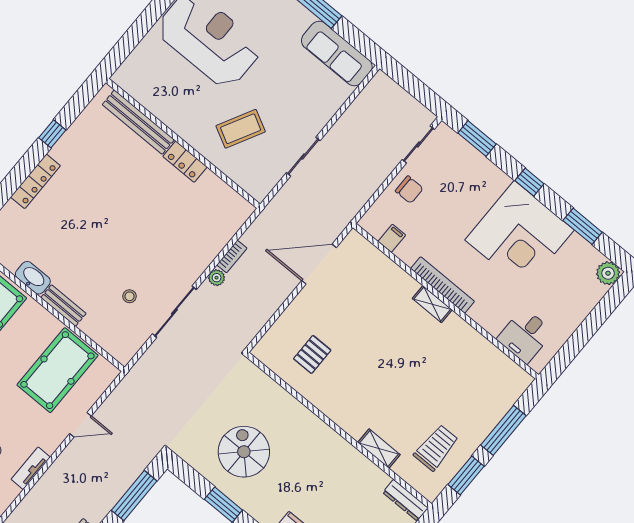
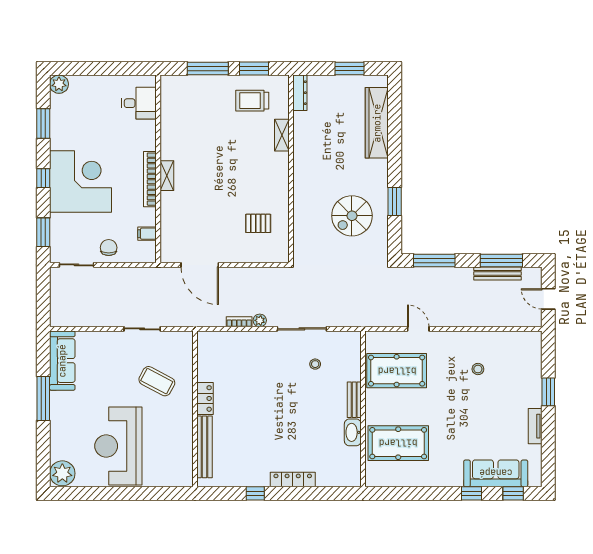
corner desk: (519, 235) -> (81, 181), moved
tv unit: (31, 468) -> (470, 337), removed

